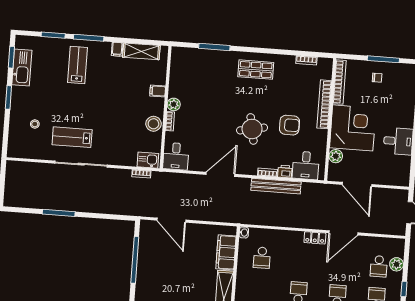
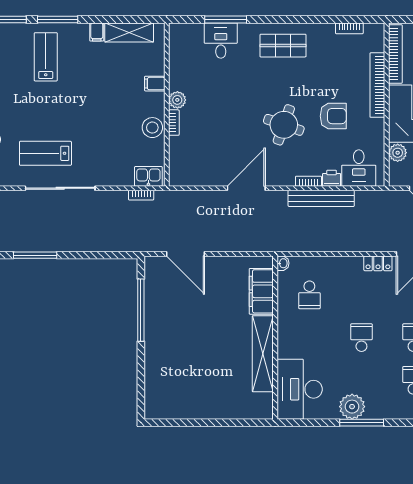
round table: (252, 129) -> (284, 125), turned 30
desk: (176, 156) -> (221, 41), moved, turned 180

